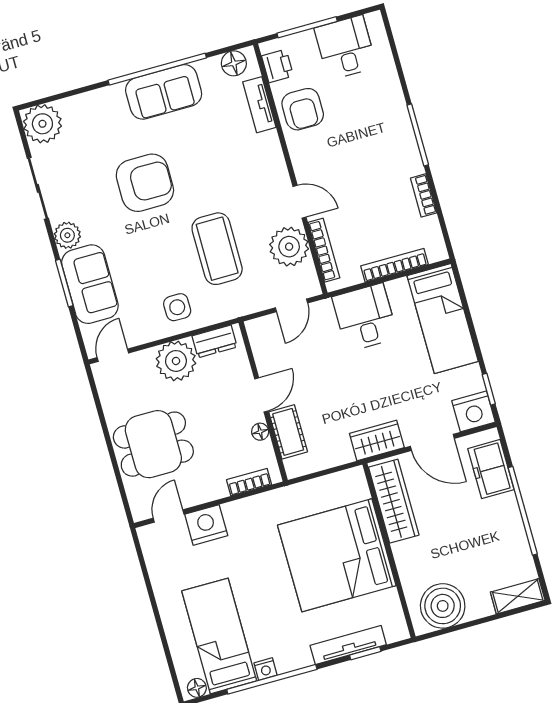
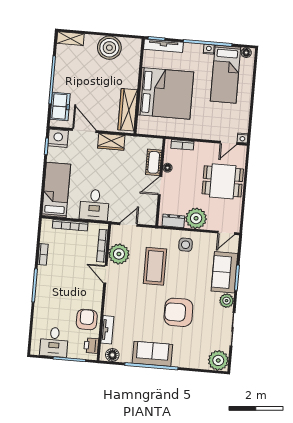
wardrobe: (394, 501) -> (128, 110), moved
nightstand: (206, 525) -> (242, 138), moved, width x0.53, depth x0.56
wall: (389, 551) -> (139, 86), moved
bed: (337, 555) -> (166, 93), moved

